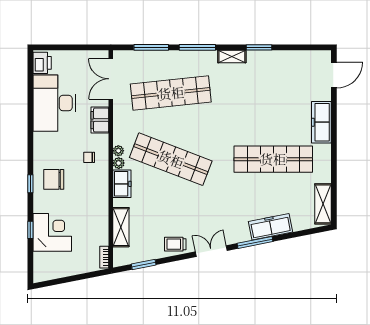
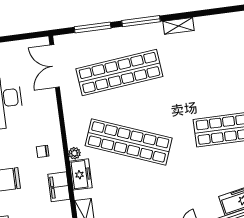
window: (259, 47) -> (206, 13), removed
filing cabinet: (100, 120) -> (59, 187), moved
plant: (118, 151) -> (72, 140), removed

